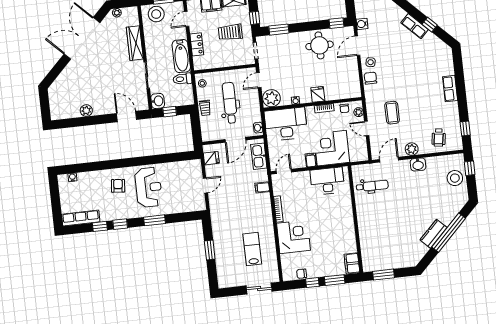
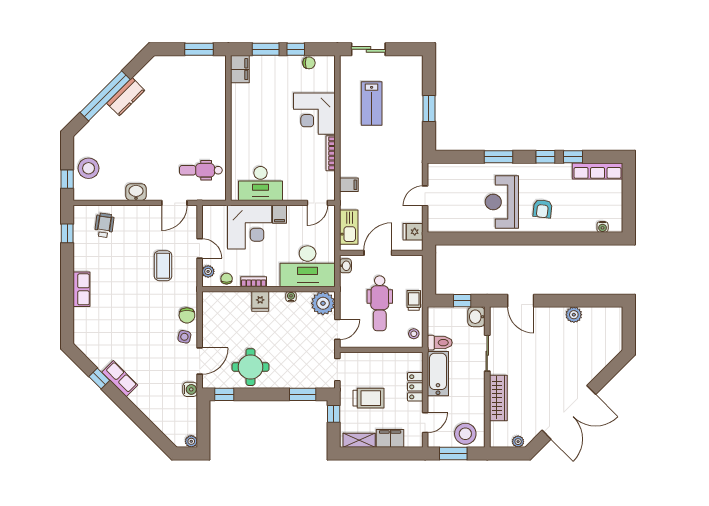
plant: (412, 149) -> (142, 214), removed

